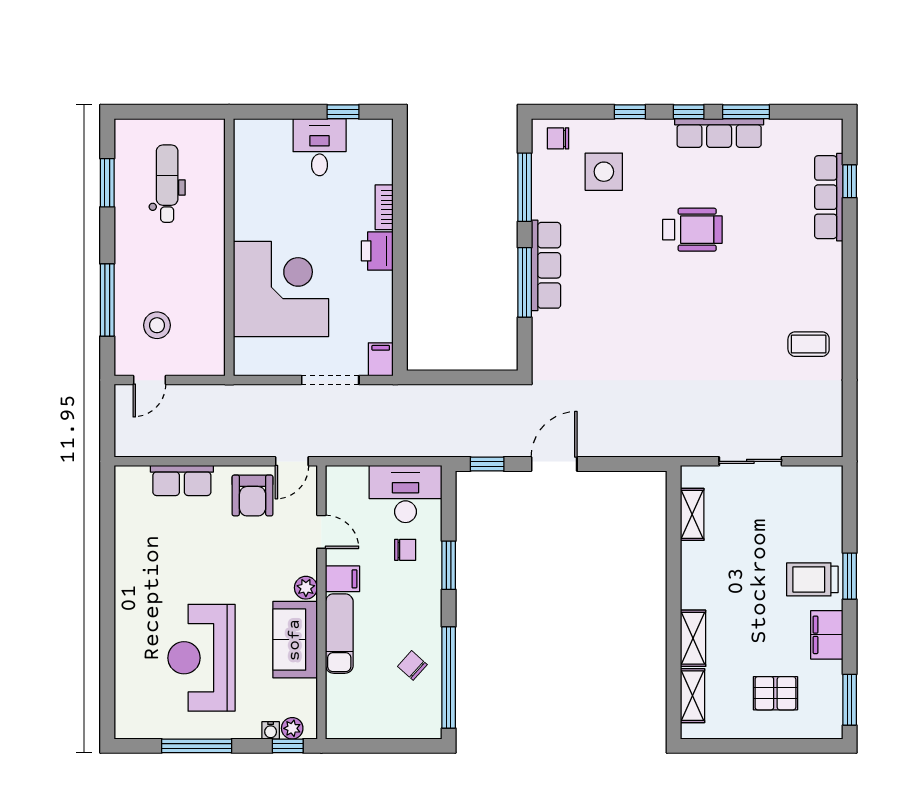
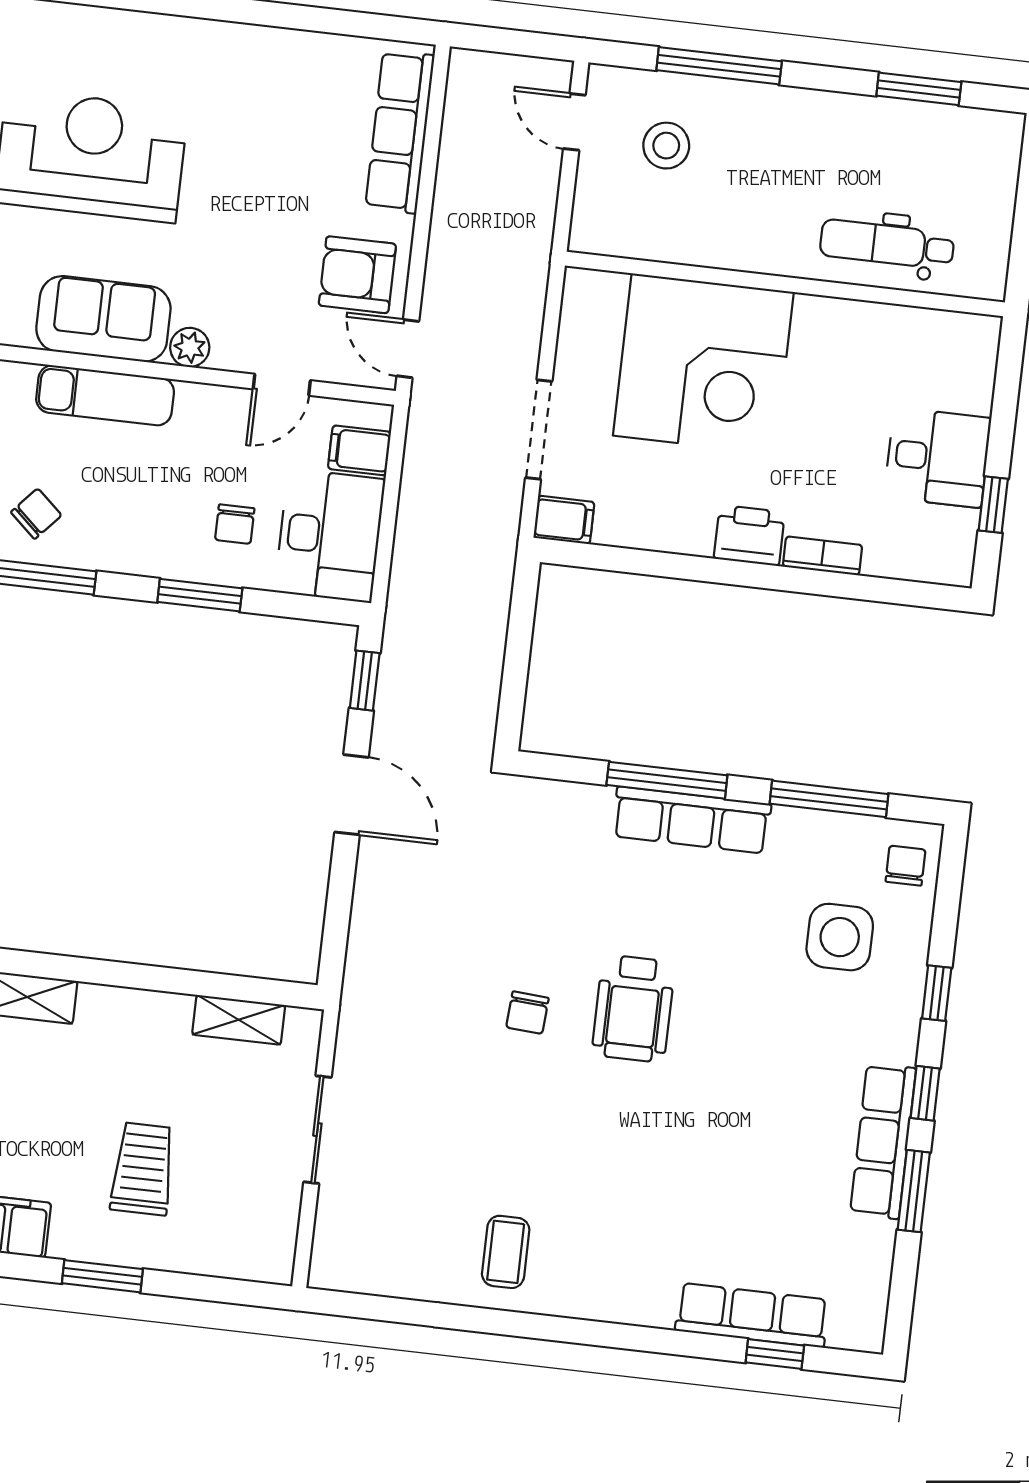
dental chair: (167, 184) -> (887, 244), moved, turned 180
wheelchair: (692, 230) -> (633, 1009), moved
chair: (669, 348) -> (527, 1013), added
row of seats: (182, 480) -> (400, 132), width x1.48
filing cabinet: (342, 579) -> (359, 450), moved, turned 90
trolley: (812, 579) -> (143, 1169), moved

